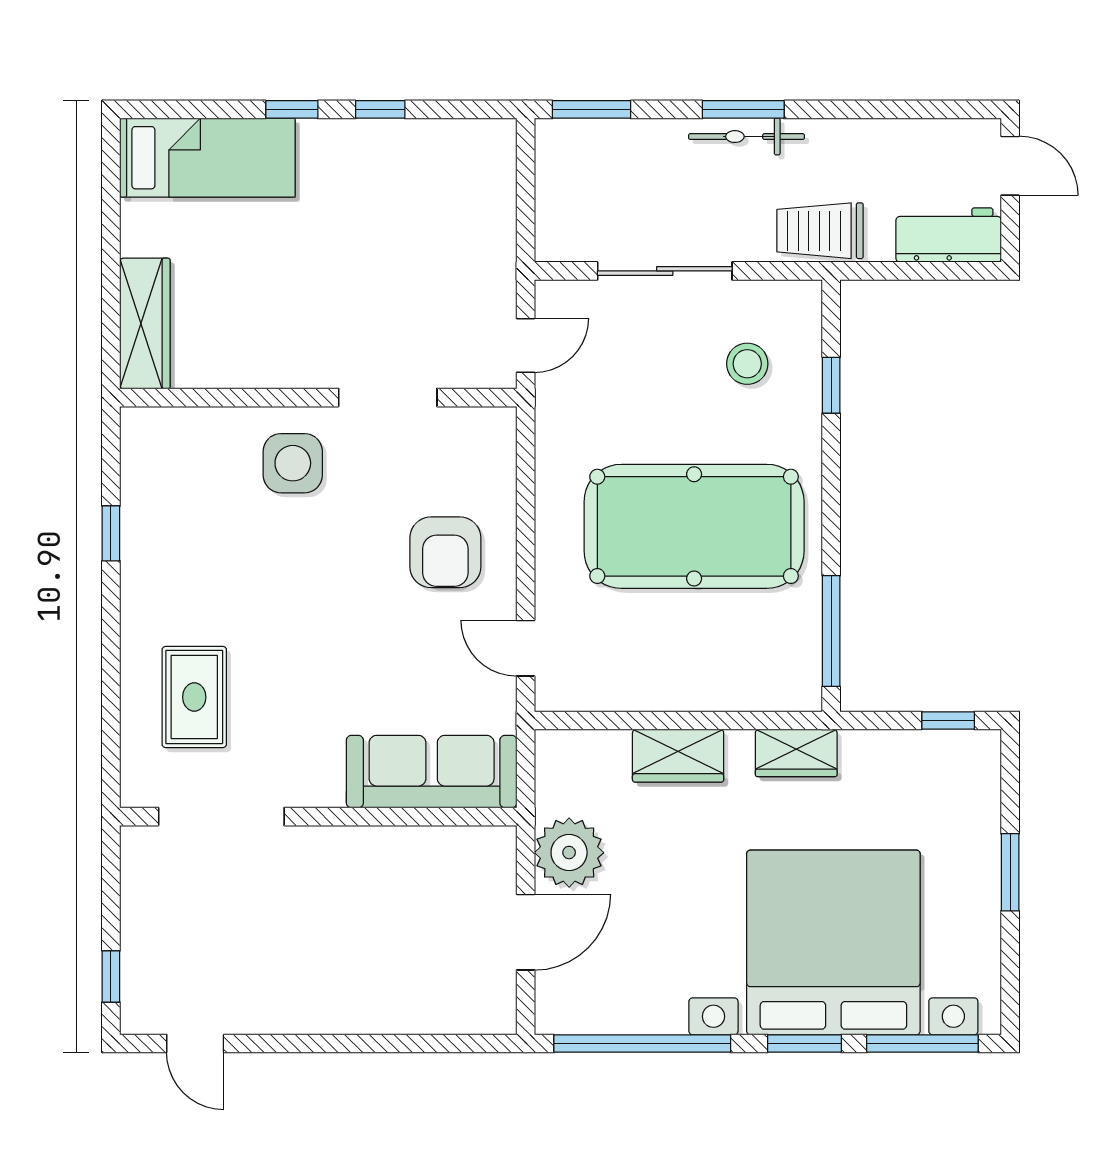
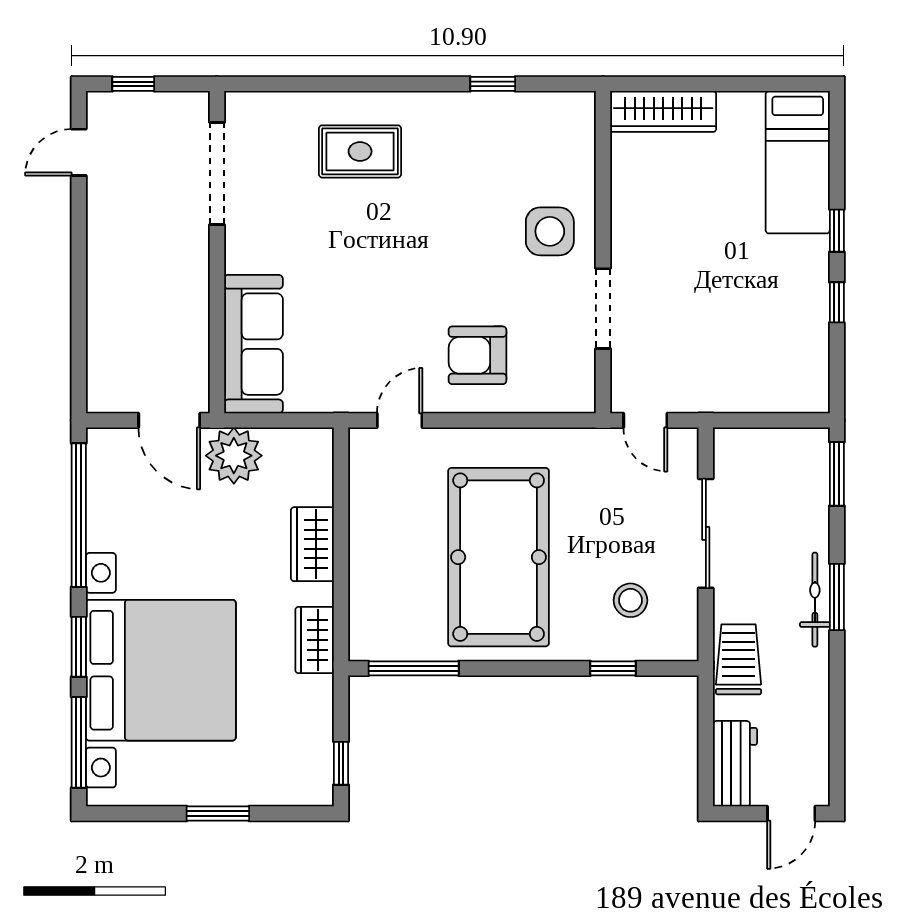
sofa: (432, 772) -> (253, 344), moved
doorway: (221, 817) -> (217, 173), moved
wall: (318, 817) -> (217, 252), moved

